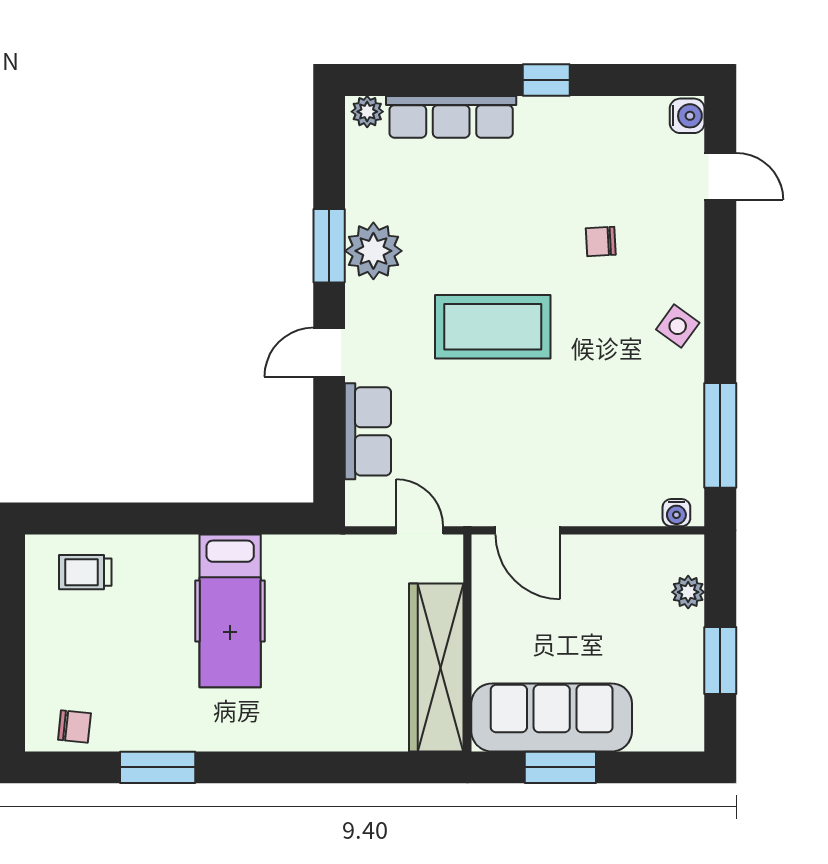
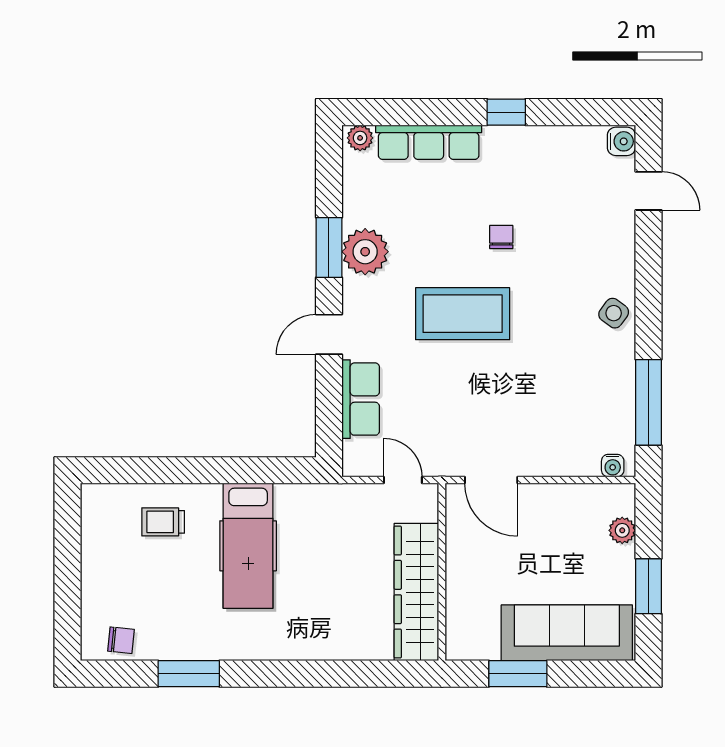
chair: (601, 241) -> (501, 237), moved, turned 93
trolley: (85, 572) -> (163, 522), moved
sofa: (552, 717) -> (567, 633), moved

